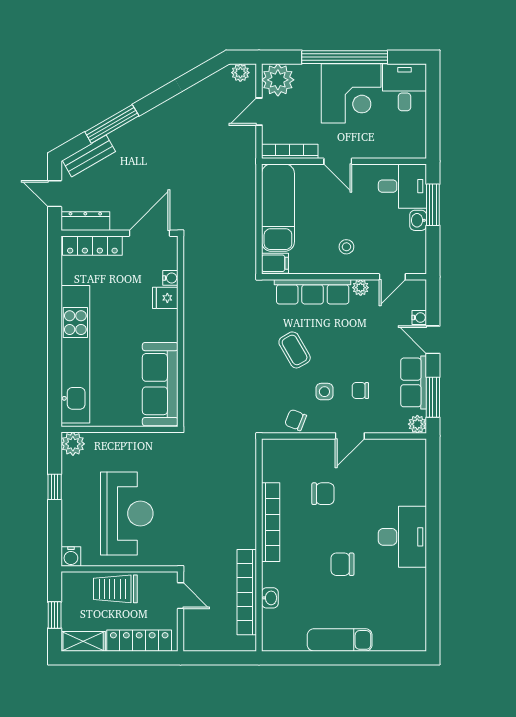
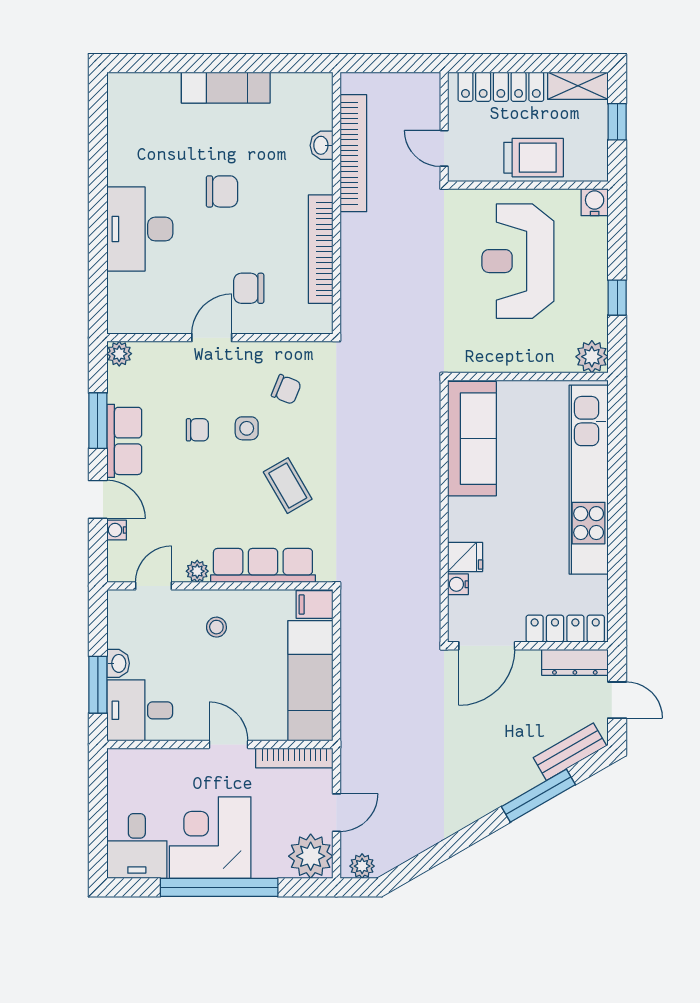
plant: (417, 424) -> (119, 354), moved
wall: (344, 436) -> (220, 338), moved
door: (350, 436) -> (212, 338), moved

